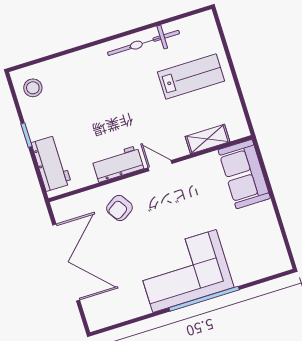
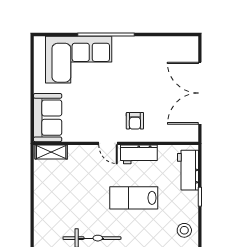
lab bench: (191, 77) -> (134, 198), moved
shelving: (207, 139) -> (51, 152), moved
armchair: (119, 208) -> (135, 121), moved, turned 123
corner sofa: (184, 271) -> (79, 60), moved

